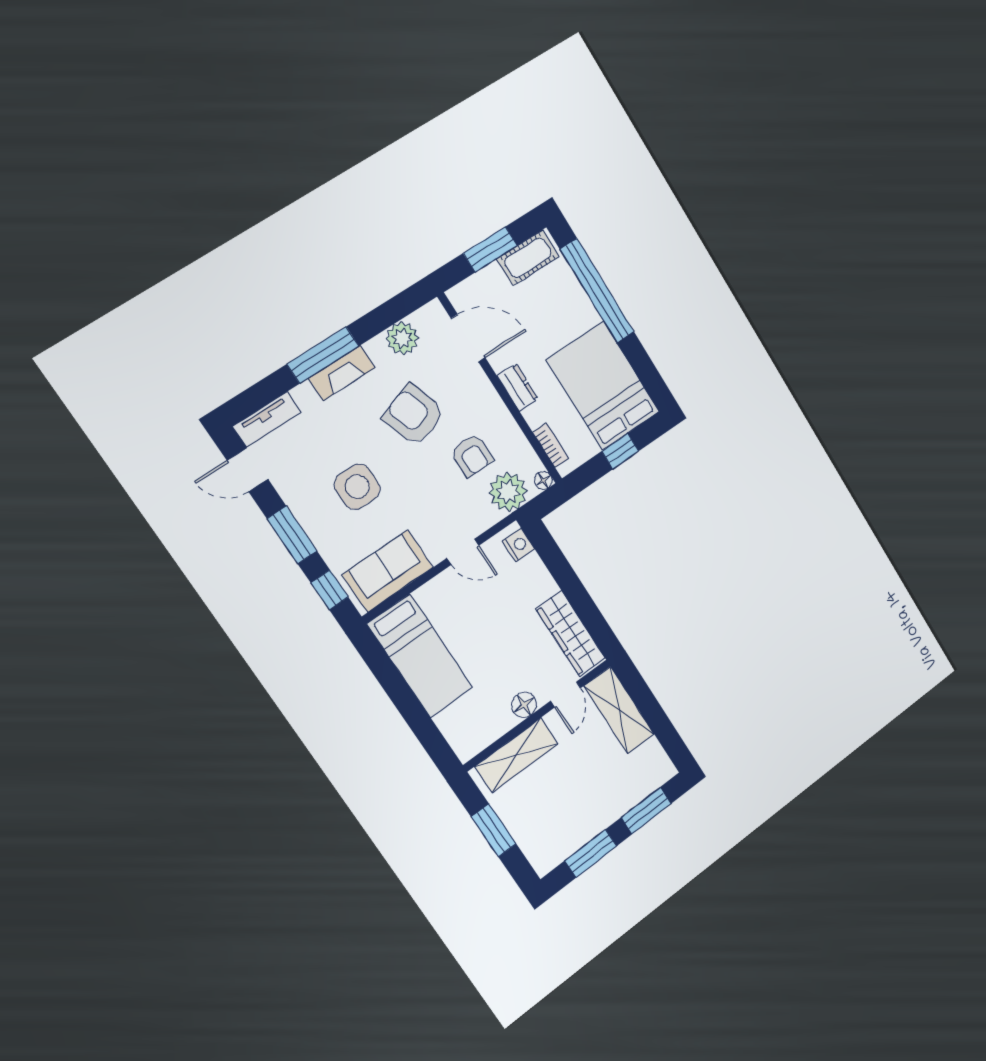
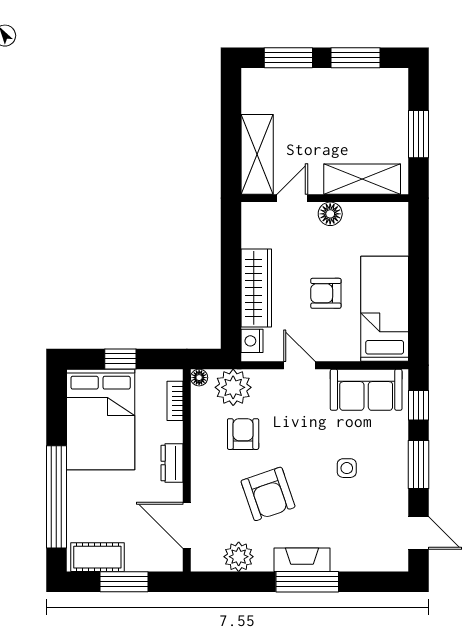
tv unit: (267, 419) -> (380, 561), removed
side table: (357, 487) -> (347, 468), width x0.54, depth x0.54
armchair: (482, 633) -> (326, 293), added
wardrobe: (571, 634) -> (256, 288), moved

